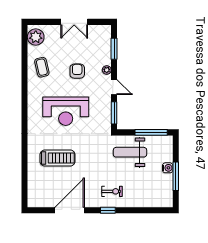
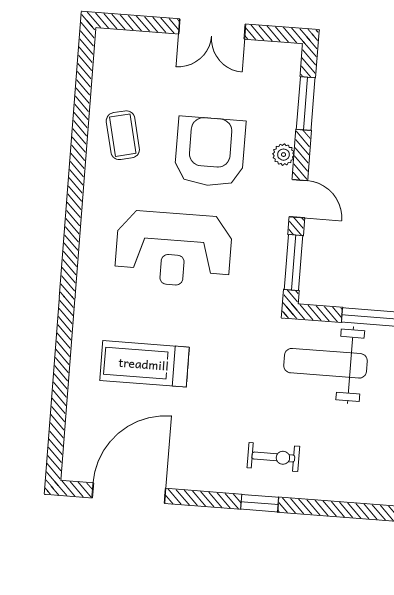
plant: (36, 37) -> (113, 59), removed
armchair: (77, 71) -> (210, 152), width x1.88, depth x1.88
treadmill: (58, 158) -> (144, 364), turned 180
door: (70, 210) -> (129, 493), moved

